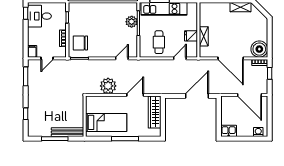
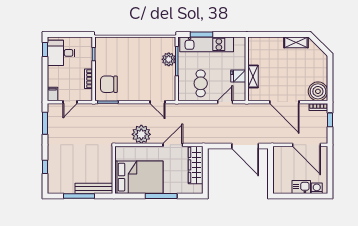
door: (122, 58) -> (157, 102), swing flipped
door: (197, 96) -> (245, 146), swing flipped
bed: (106, 122) -> (139, 177), width x1.50
kitchen sink: (229, 131) -> (301, 187), moved

